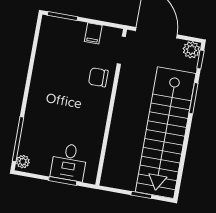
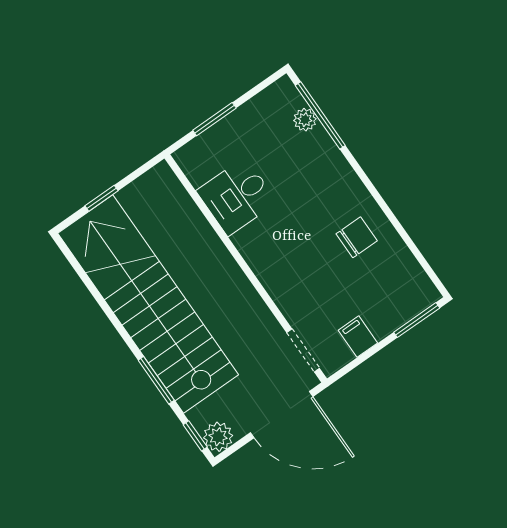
chair: (98, 77) -> (357, 237), moved
plant: (23, 162) -> (305, 120), moved
desk: (69, 162) -> (237, 196), moved, turned -90

